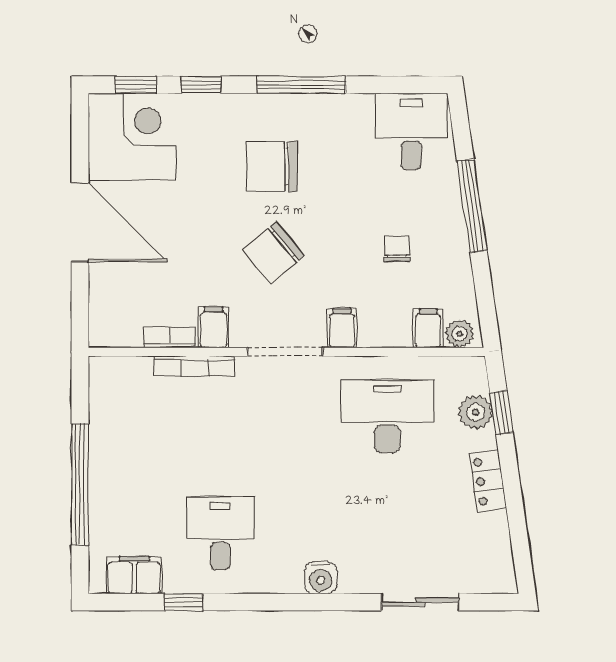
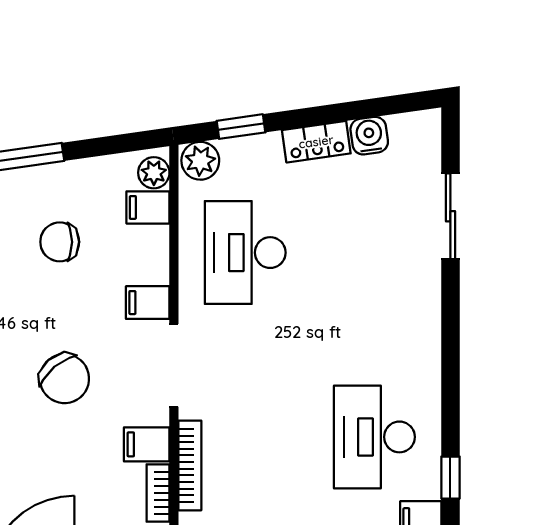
chair: (397, 248) -> (60, 242), width x1.37, depth x1.37
plant: (476, 412) -> (200, 161), moved
desk: (220, 533) -> (374, 437), width x1.37
water cooler: (321, 578) -> (369, 136), moved, turned -98

